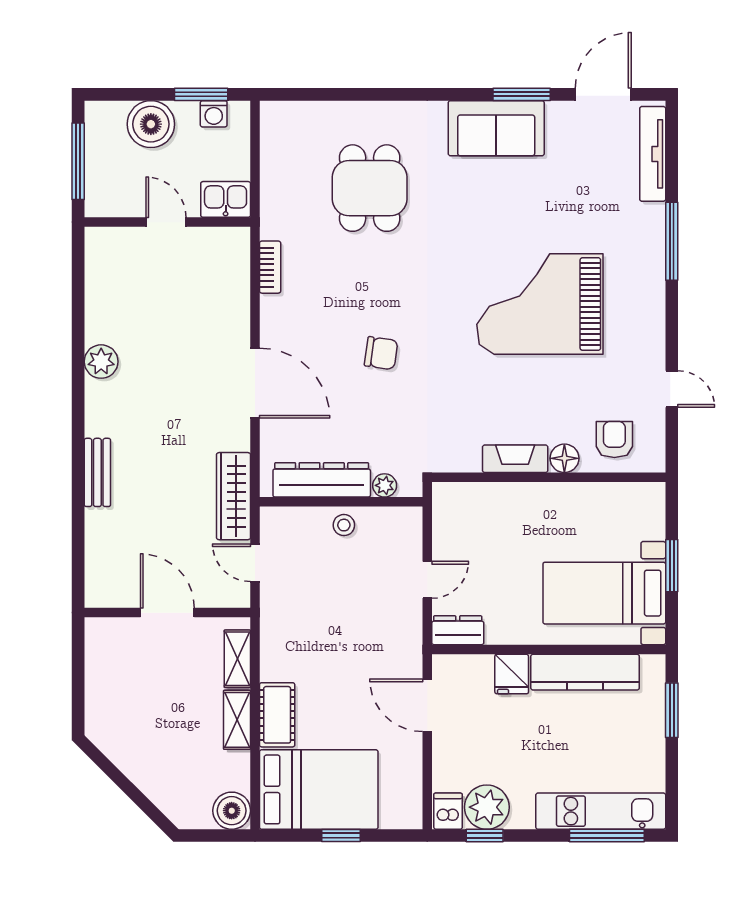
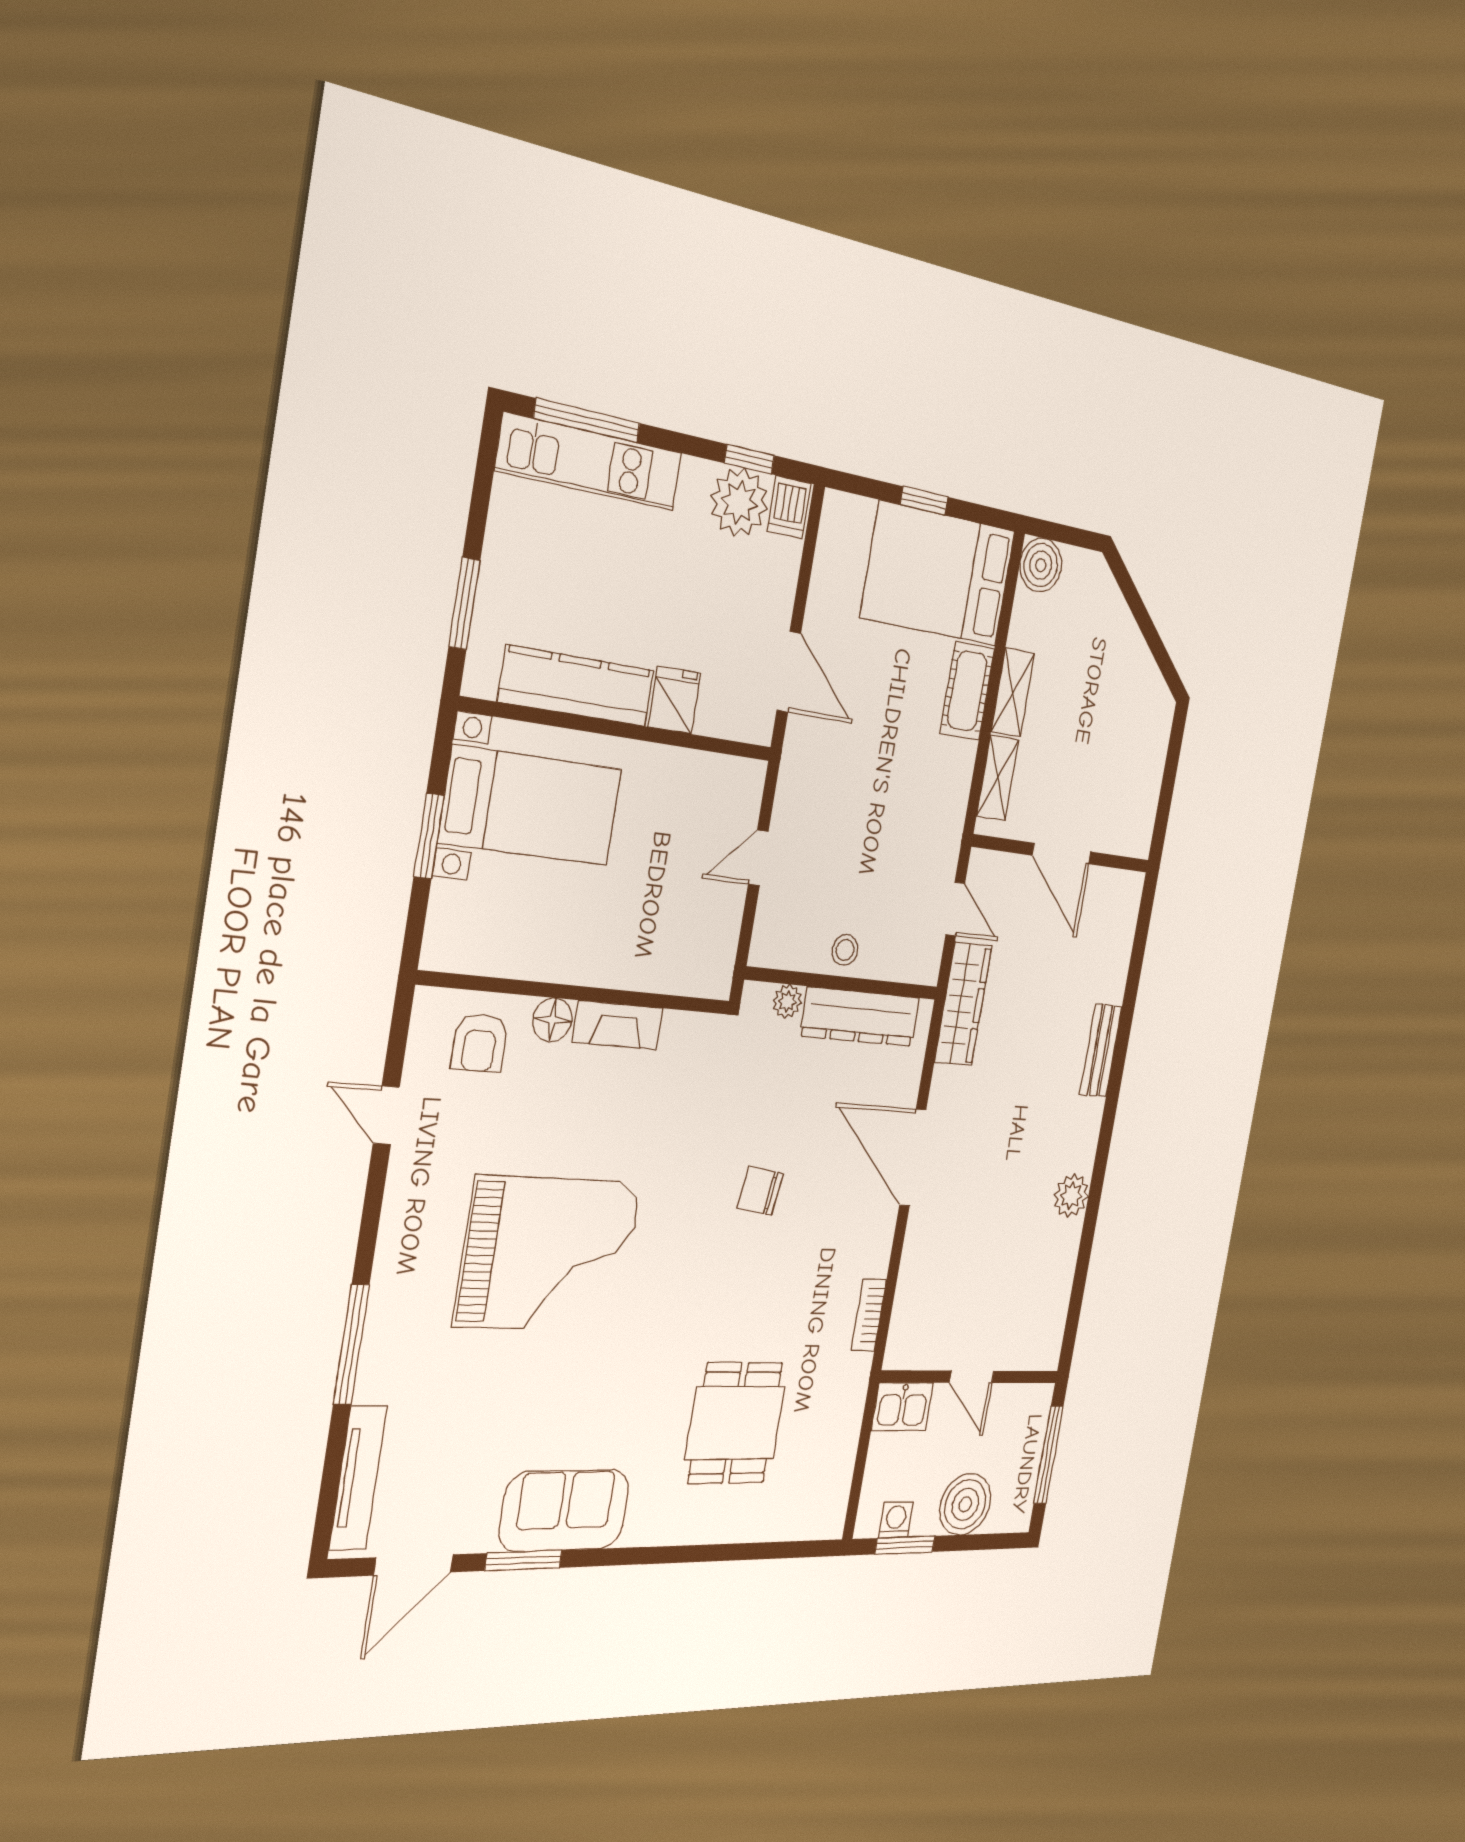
dresser: (458, 630) -> (733, 777), removed

